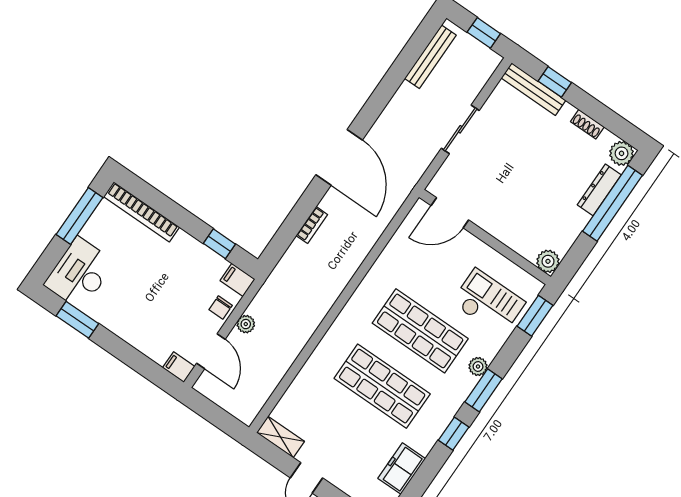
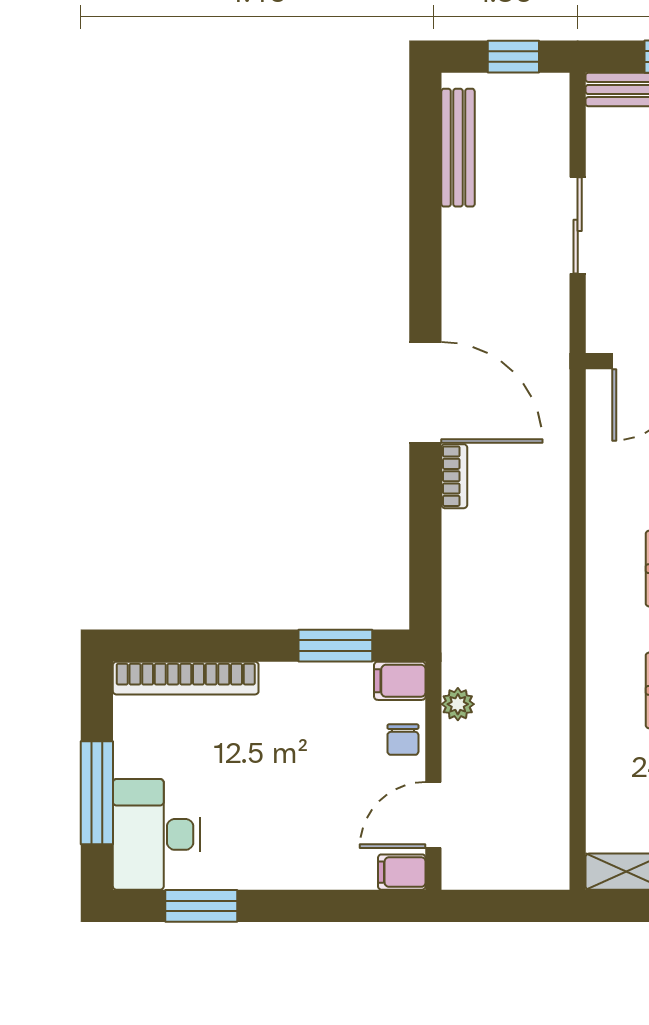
window: (79, 216) -> (97, 793), moved
bookcase: (312, 225) -> (454, 476), moved
window: (219, 244) -> (335, 646), width x1.50
plant: (246, 324) -> (458, 704), moved
door: (211, 351) -> (433, 815), swing flipped

